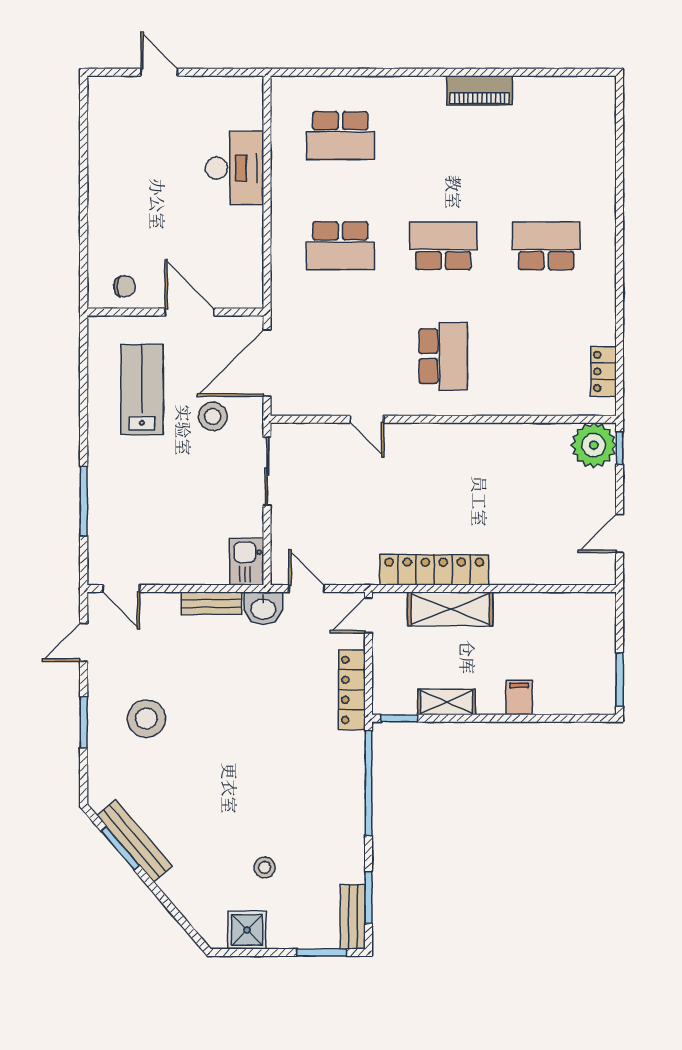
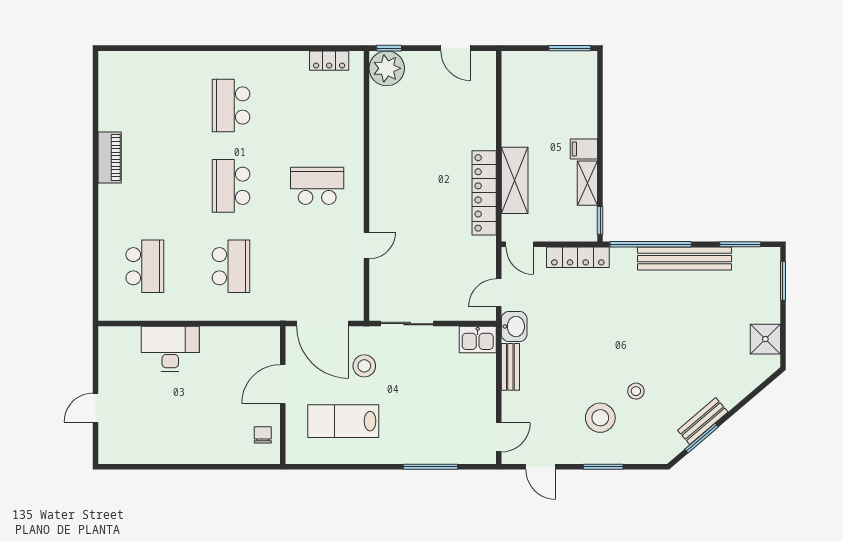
filing cabinet: (519, 698) -> (584, 149), moved
bench: (135, 841) -> (703, 421), width x0.73
stool: (265, 867) -> (636, 391), moved
bench: (353, 917) -> (684, 259), moved, width x1.86, depth x1.21

